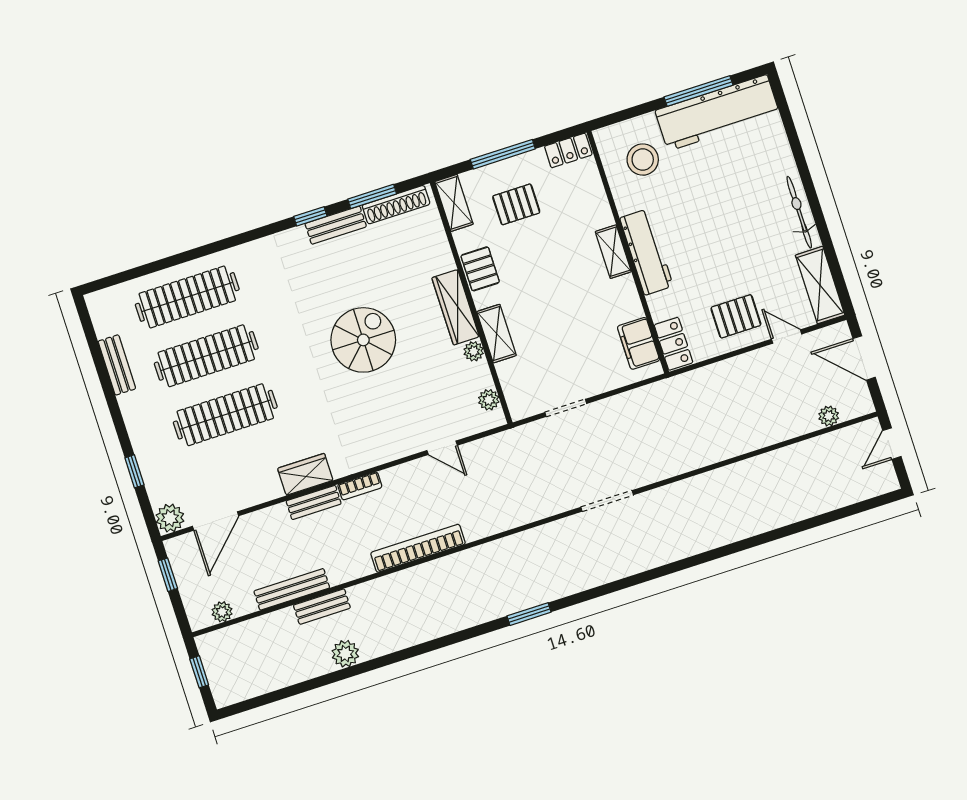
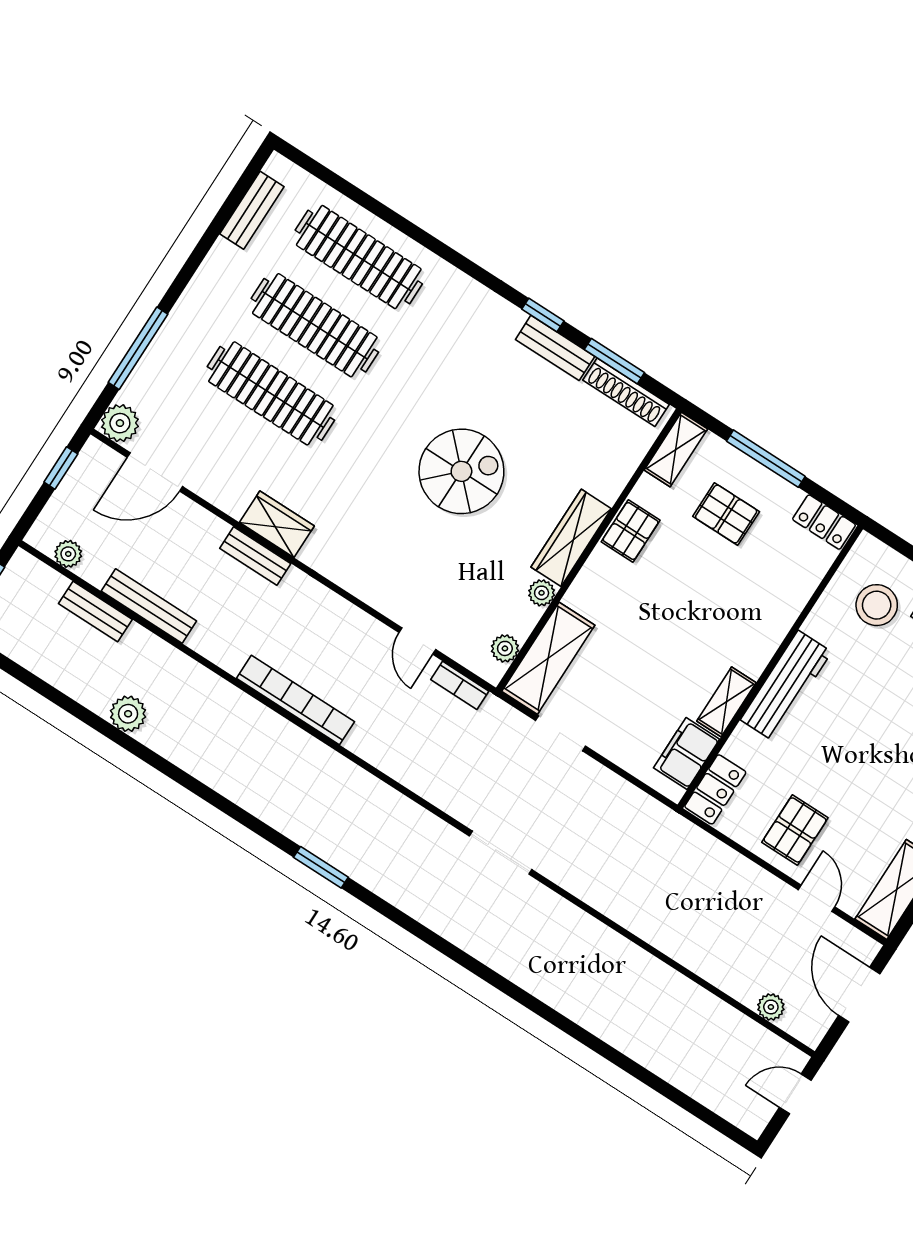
shelving: (613, 252) -> (726, 702), moved
pallet: (736, 316) -> (795, 830), turned 90
shelving: (497, 334) -> (548, 658), moved, width x1.50, depth x1.33
bench: (117, 365) -> (252, 210), moved
window: (134, 471) -> (138, 348), width x2.17
bookcase: (360, 486) -> (460, 685), moved
bench: (322, 607) -> (95, 612), moved

